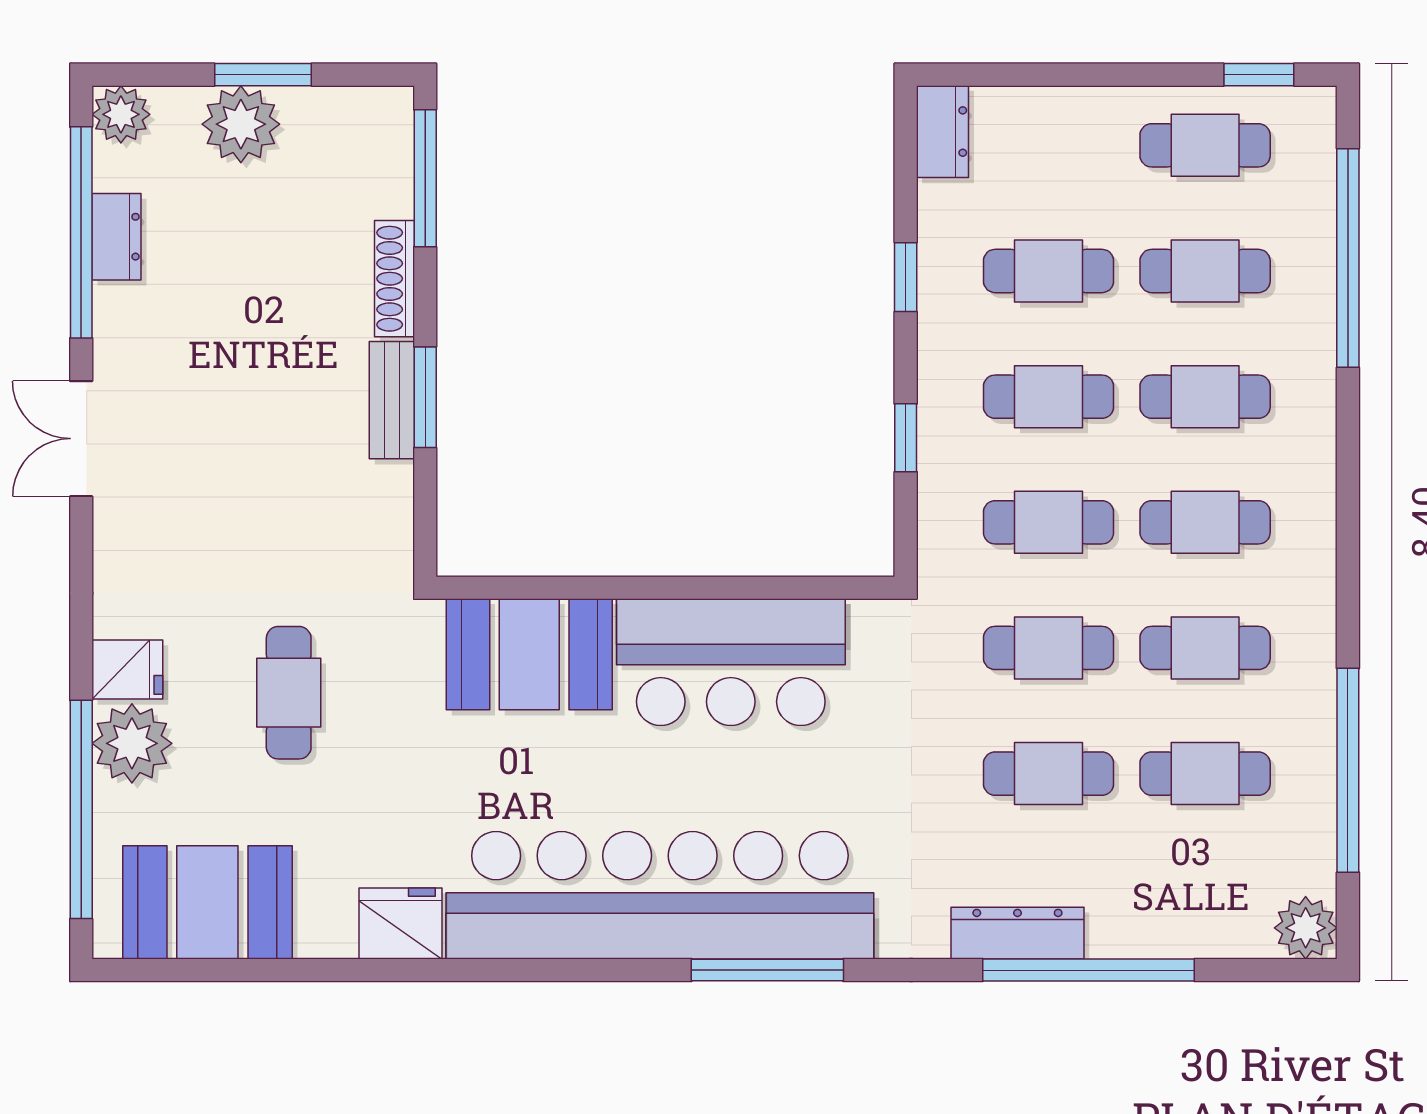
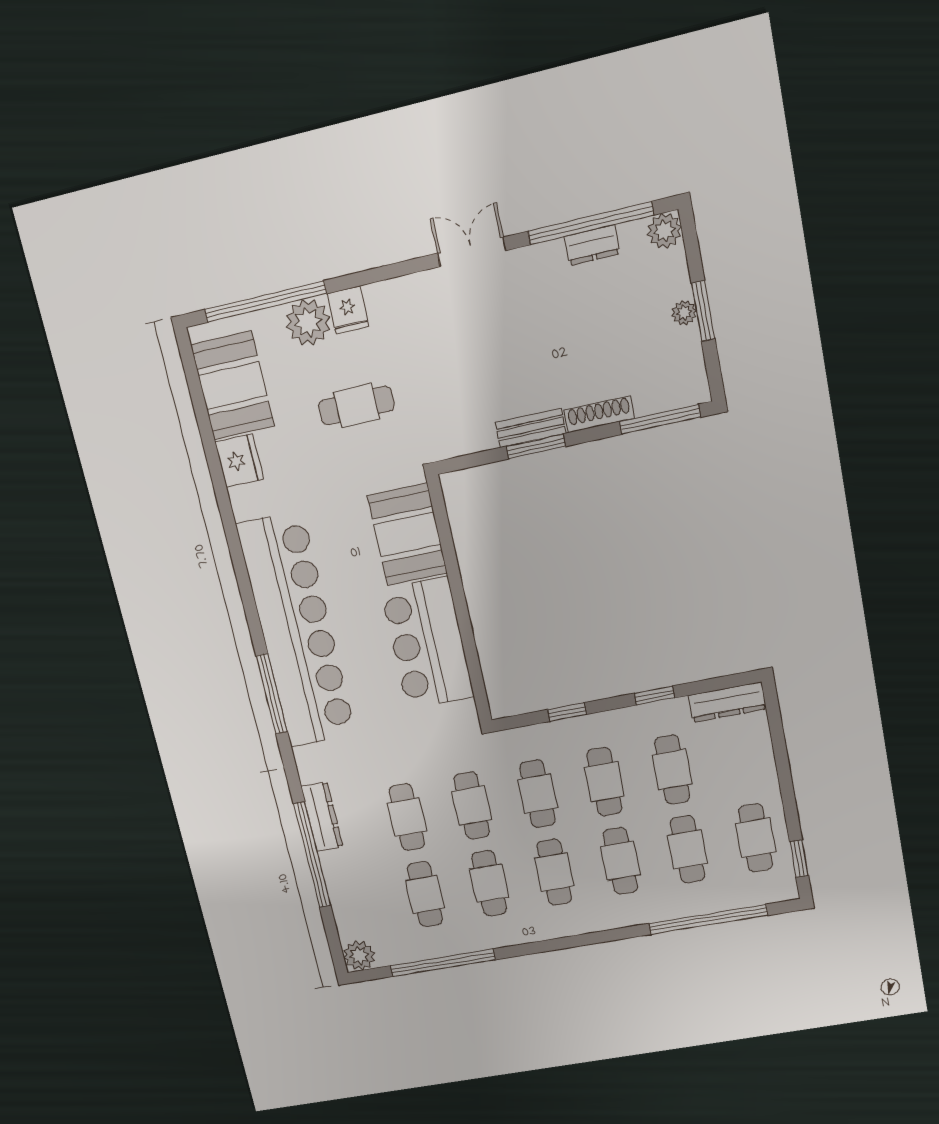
plant: (241, 124) -> (684, 313), width x0.53, depth x0.53
dresser: (942, 132) -> (727, 702), width x1.44
fridge: (400, 924) -> (239, 461), moved

